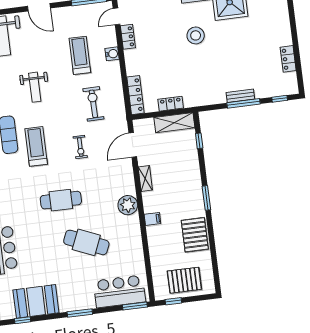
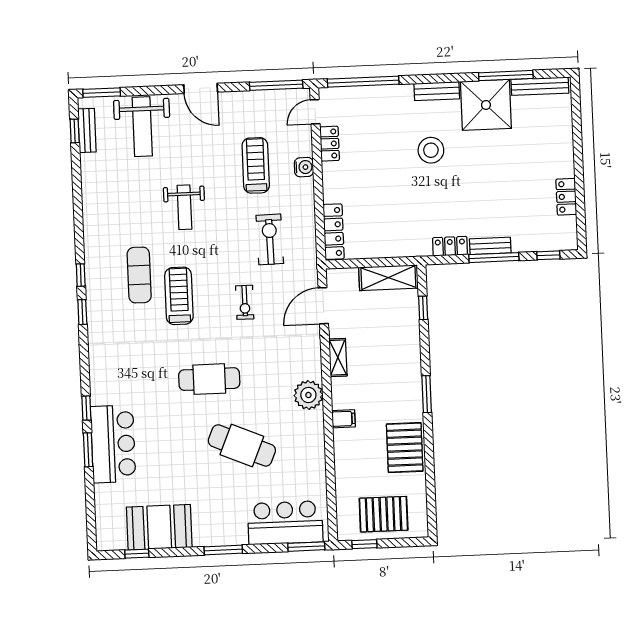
locker: (171, 104) -> (450, 246), moved

